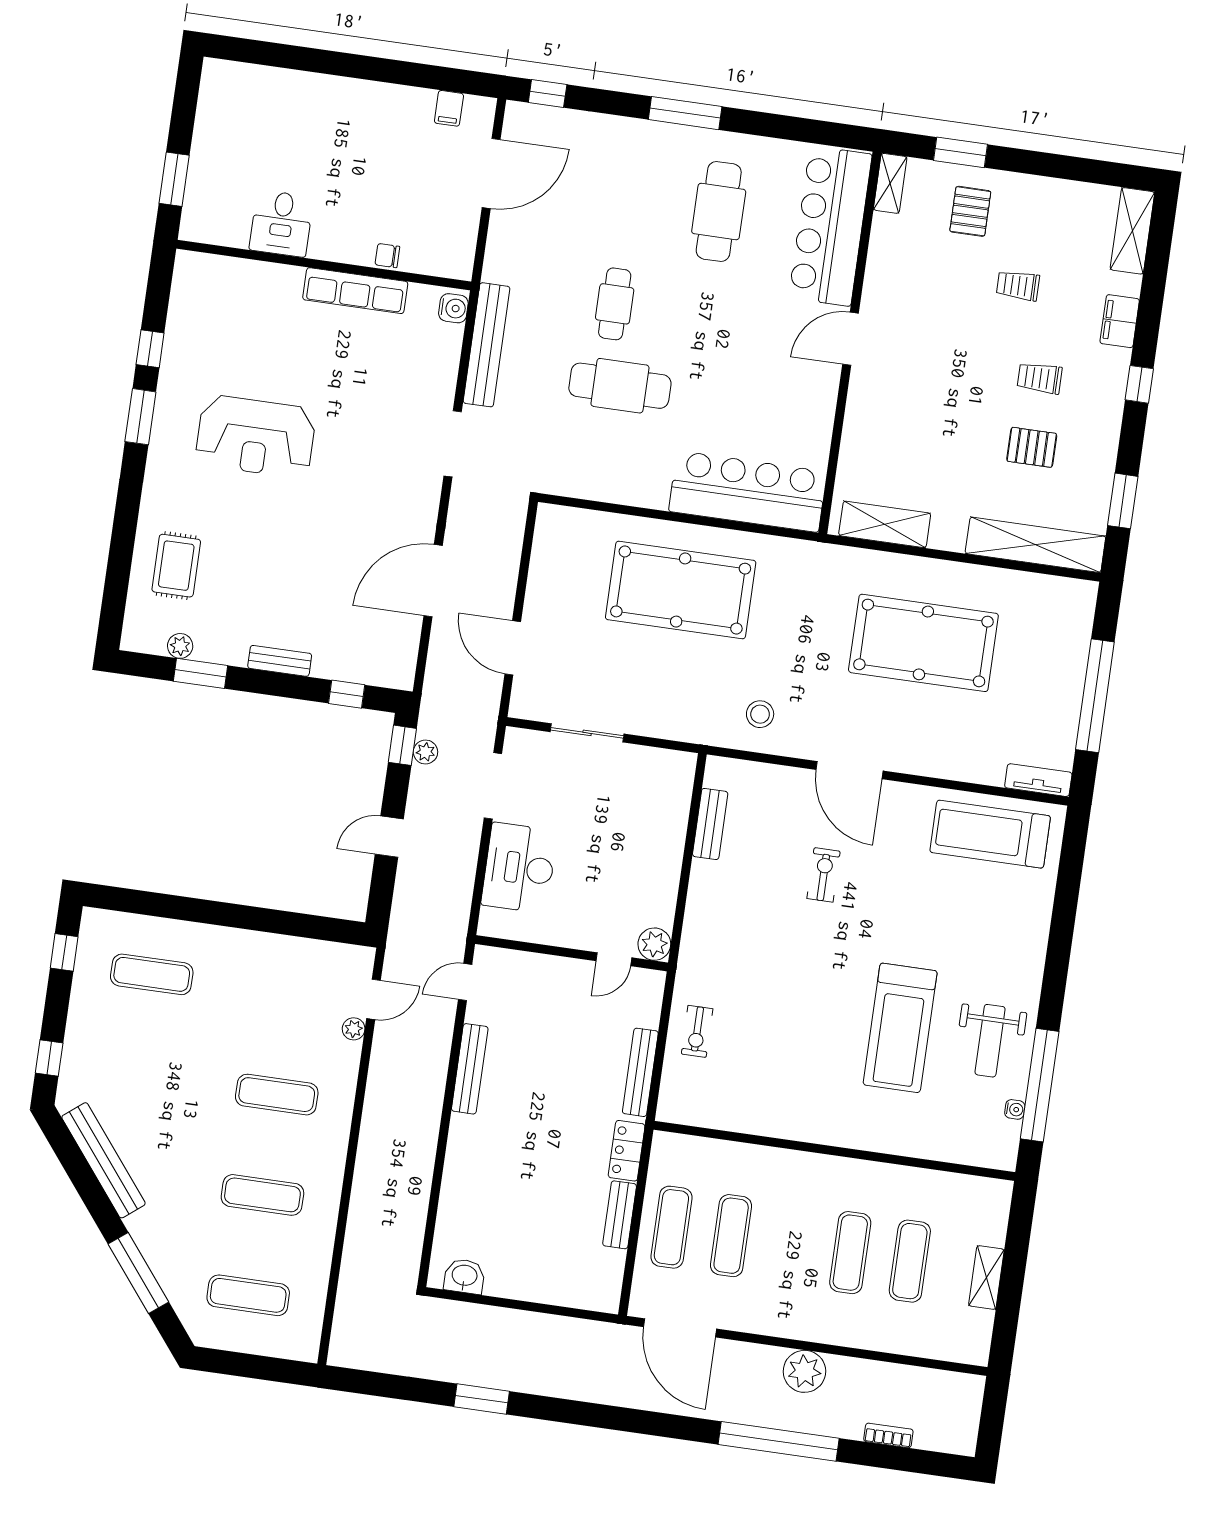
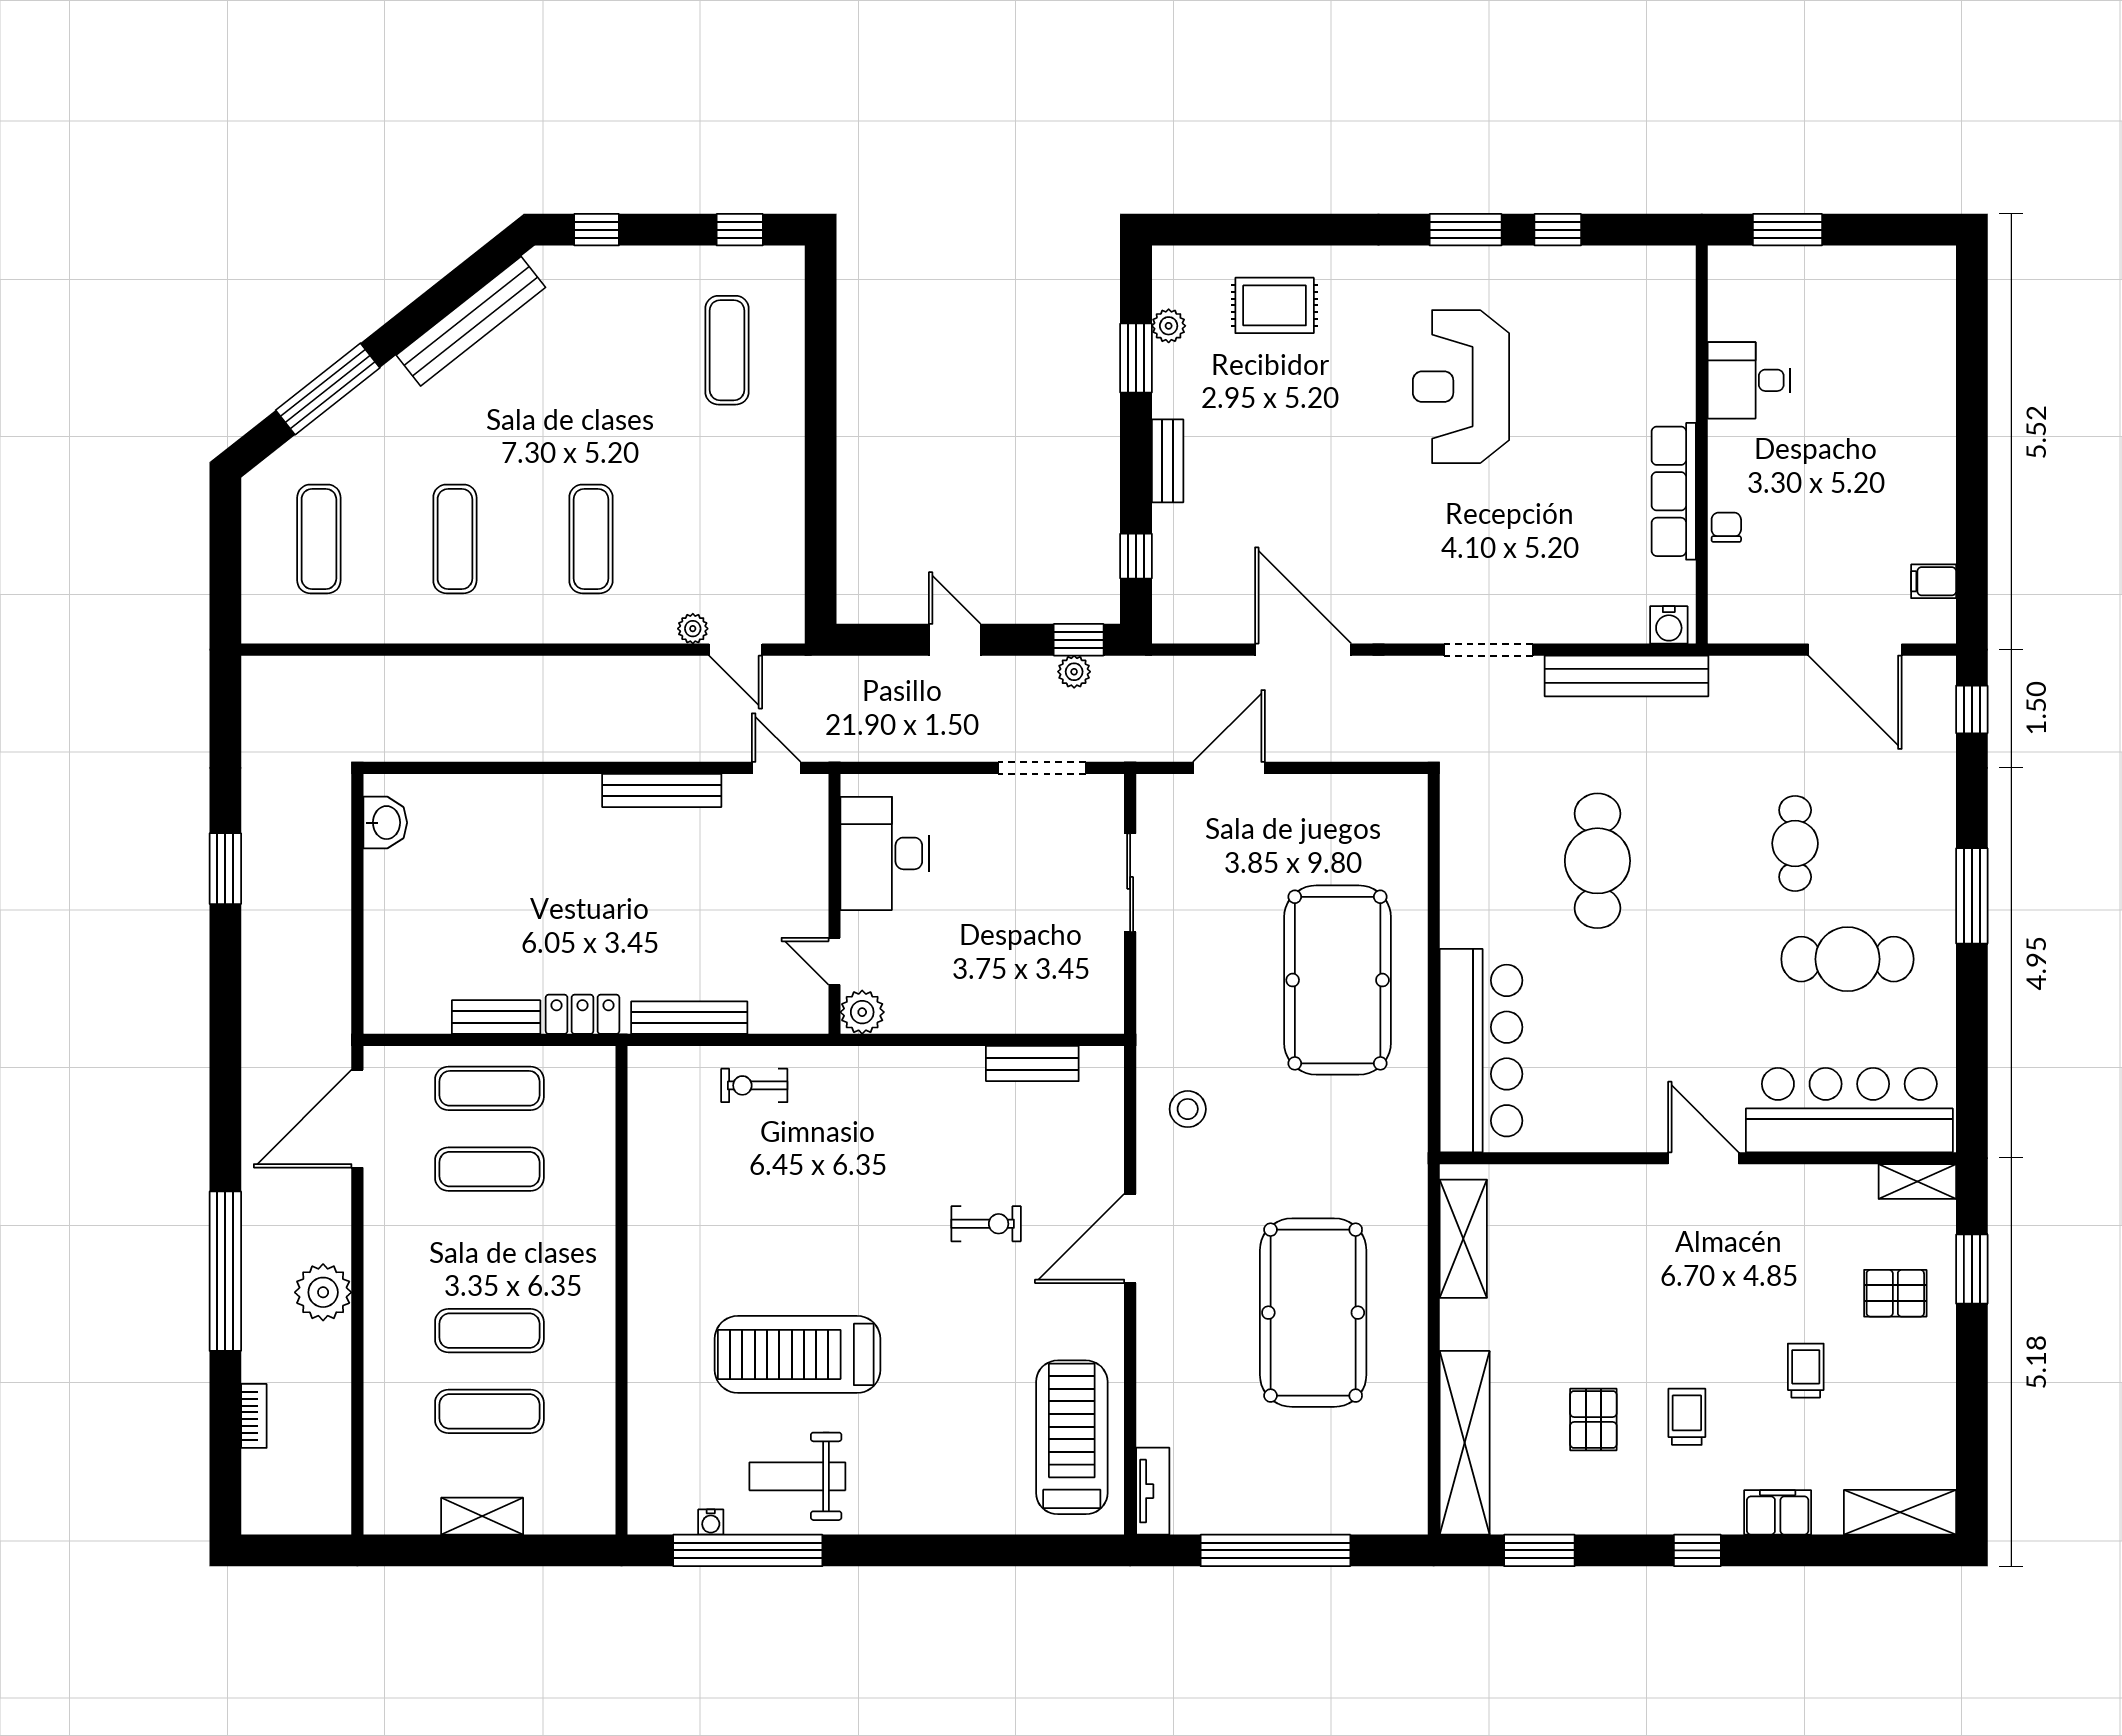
cafe table: (615, 304) -> (1795, 843), moved, turned 90
desk: (519, 868) -> (885, 853), moved, turned -90

